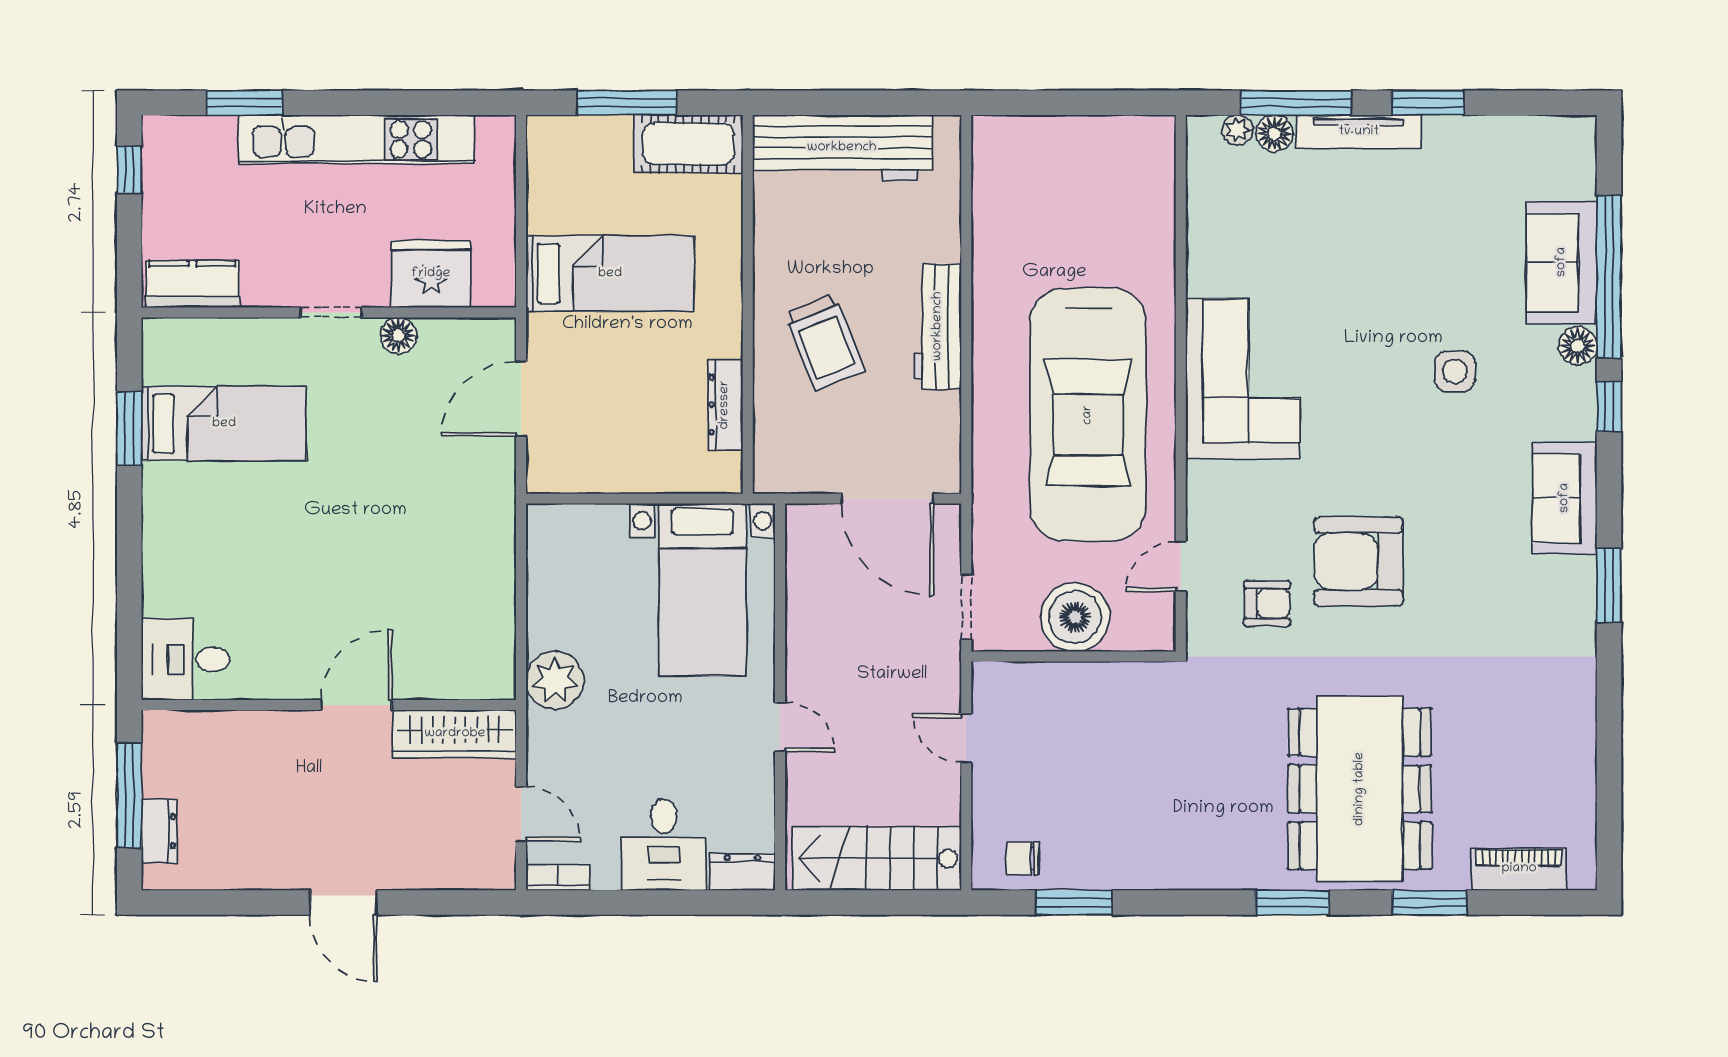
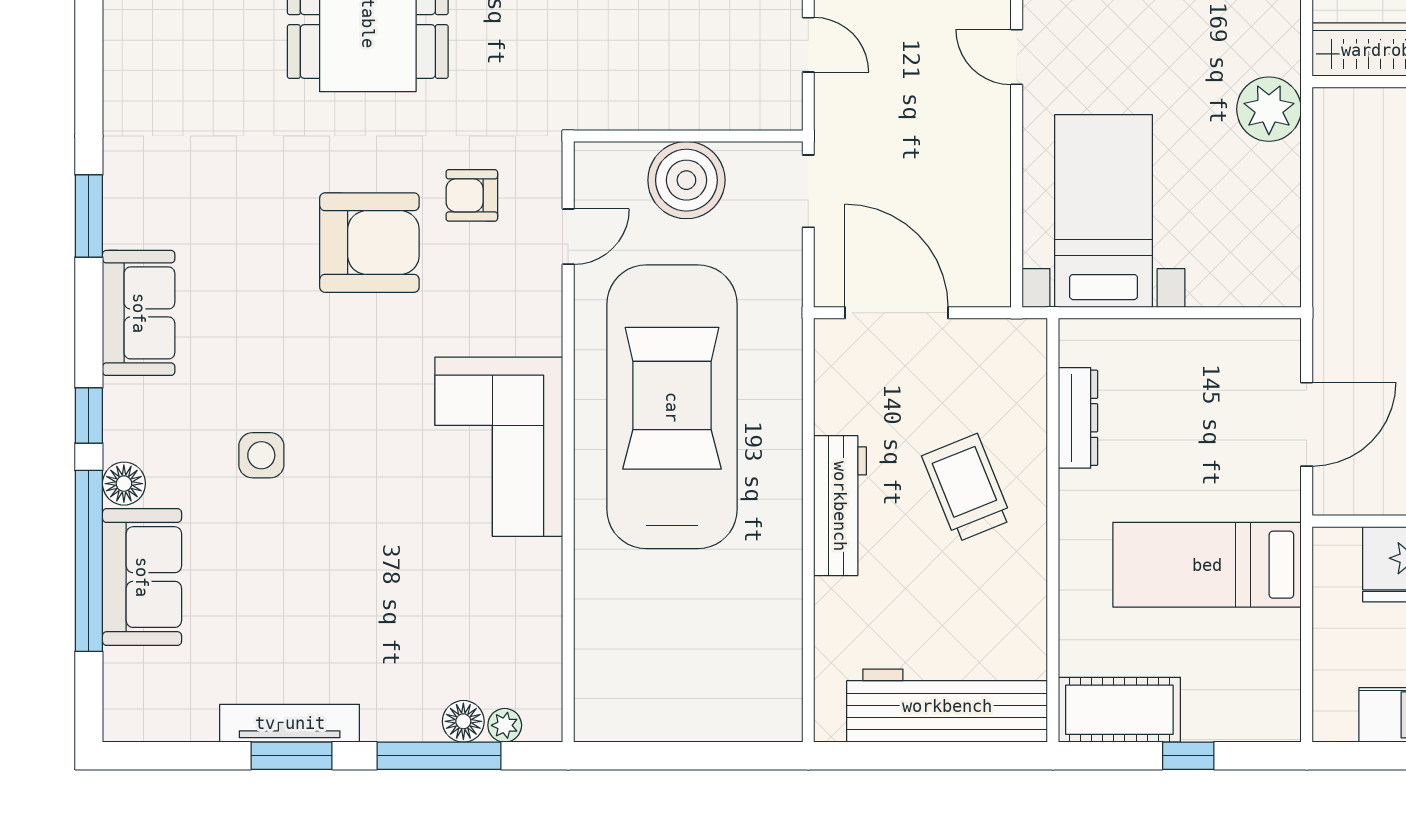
window: (627, 103) -> (1188, 756), width x0.46
tv unit: (1359, 132) -> (290, 723), moved

